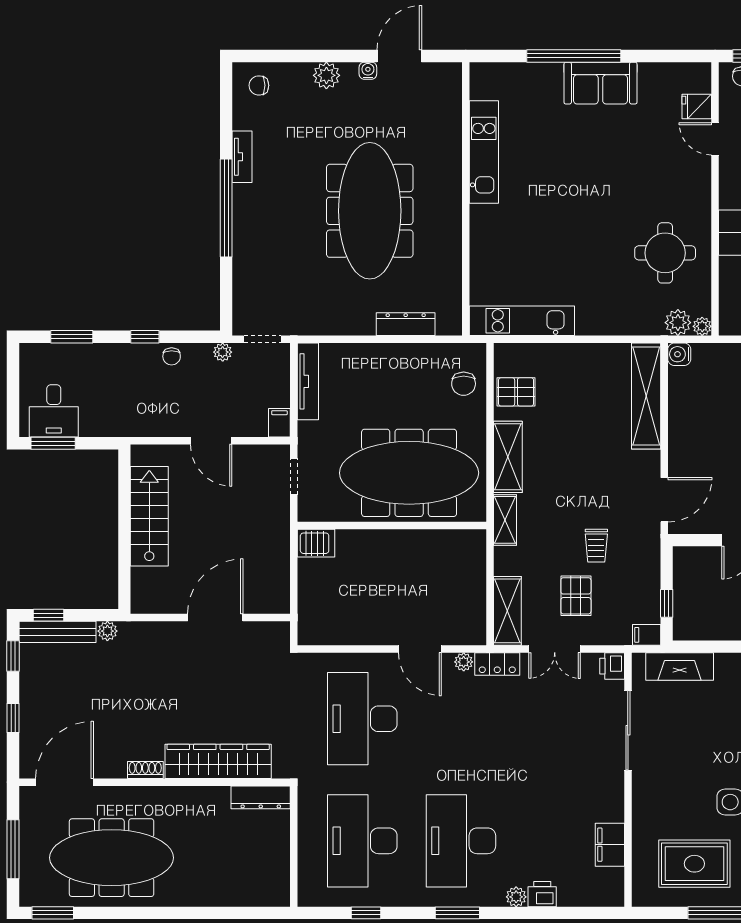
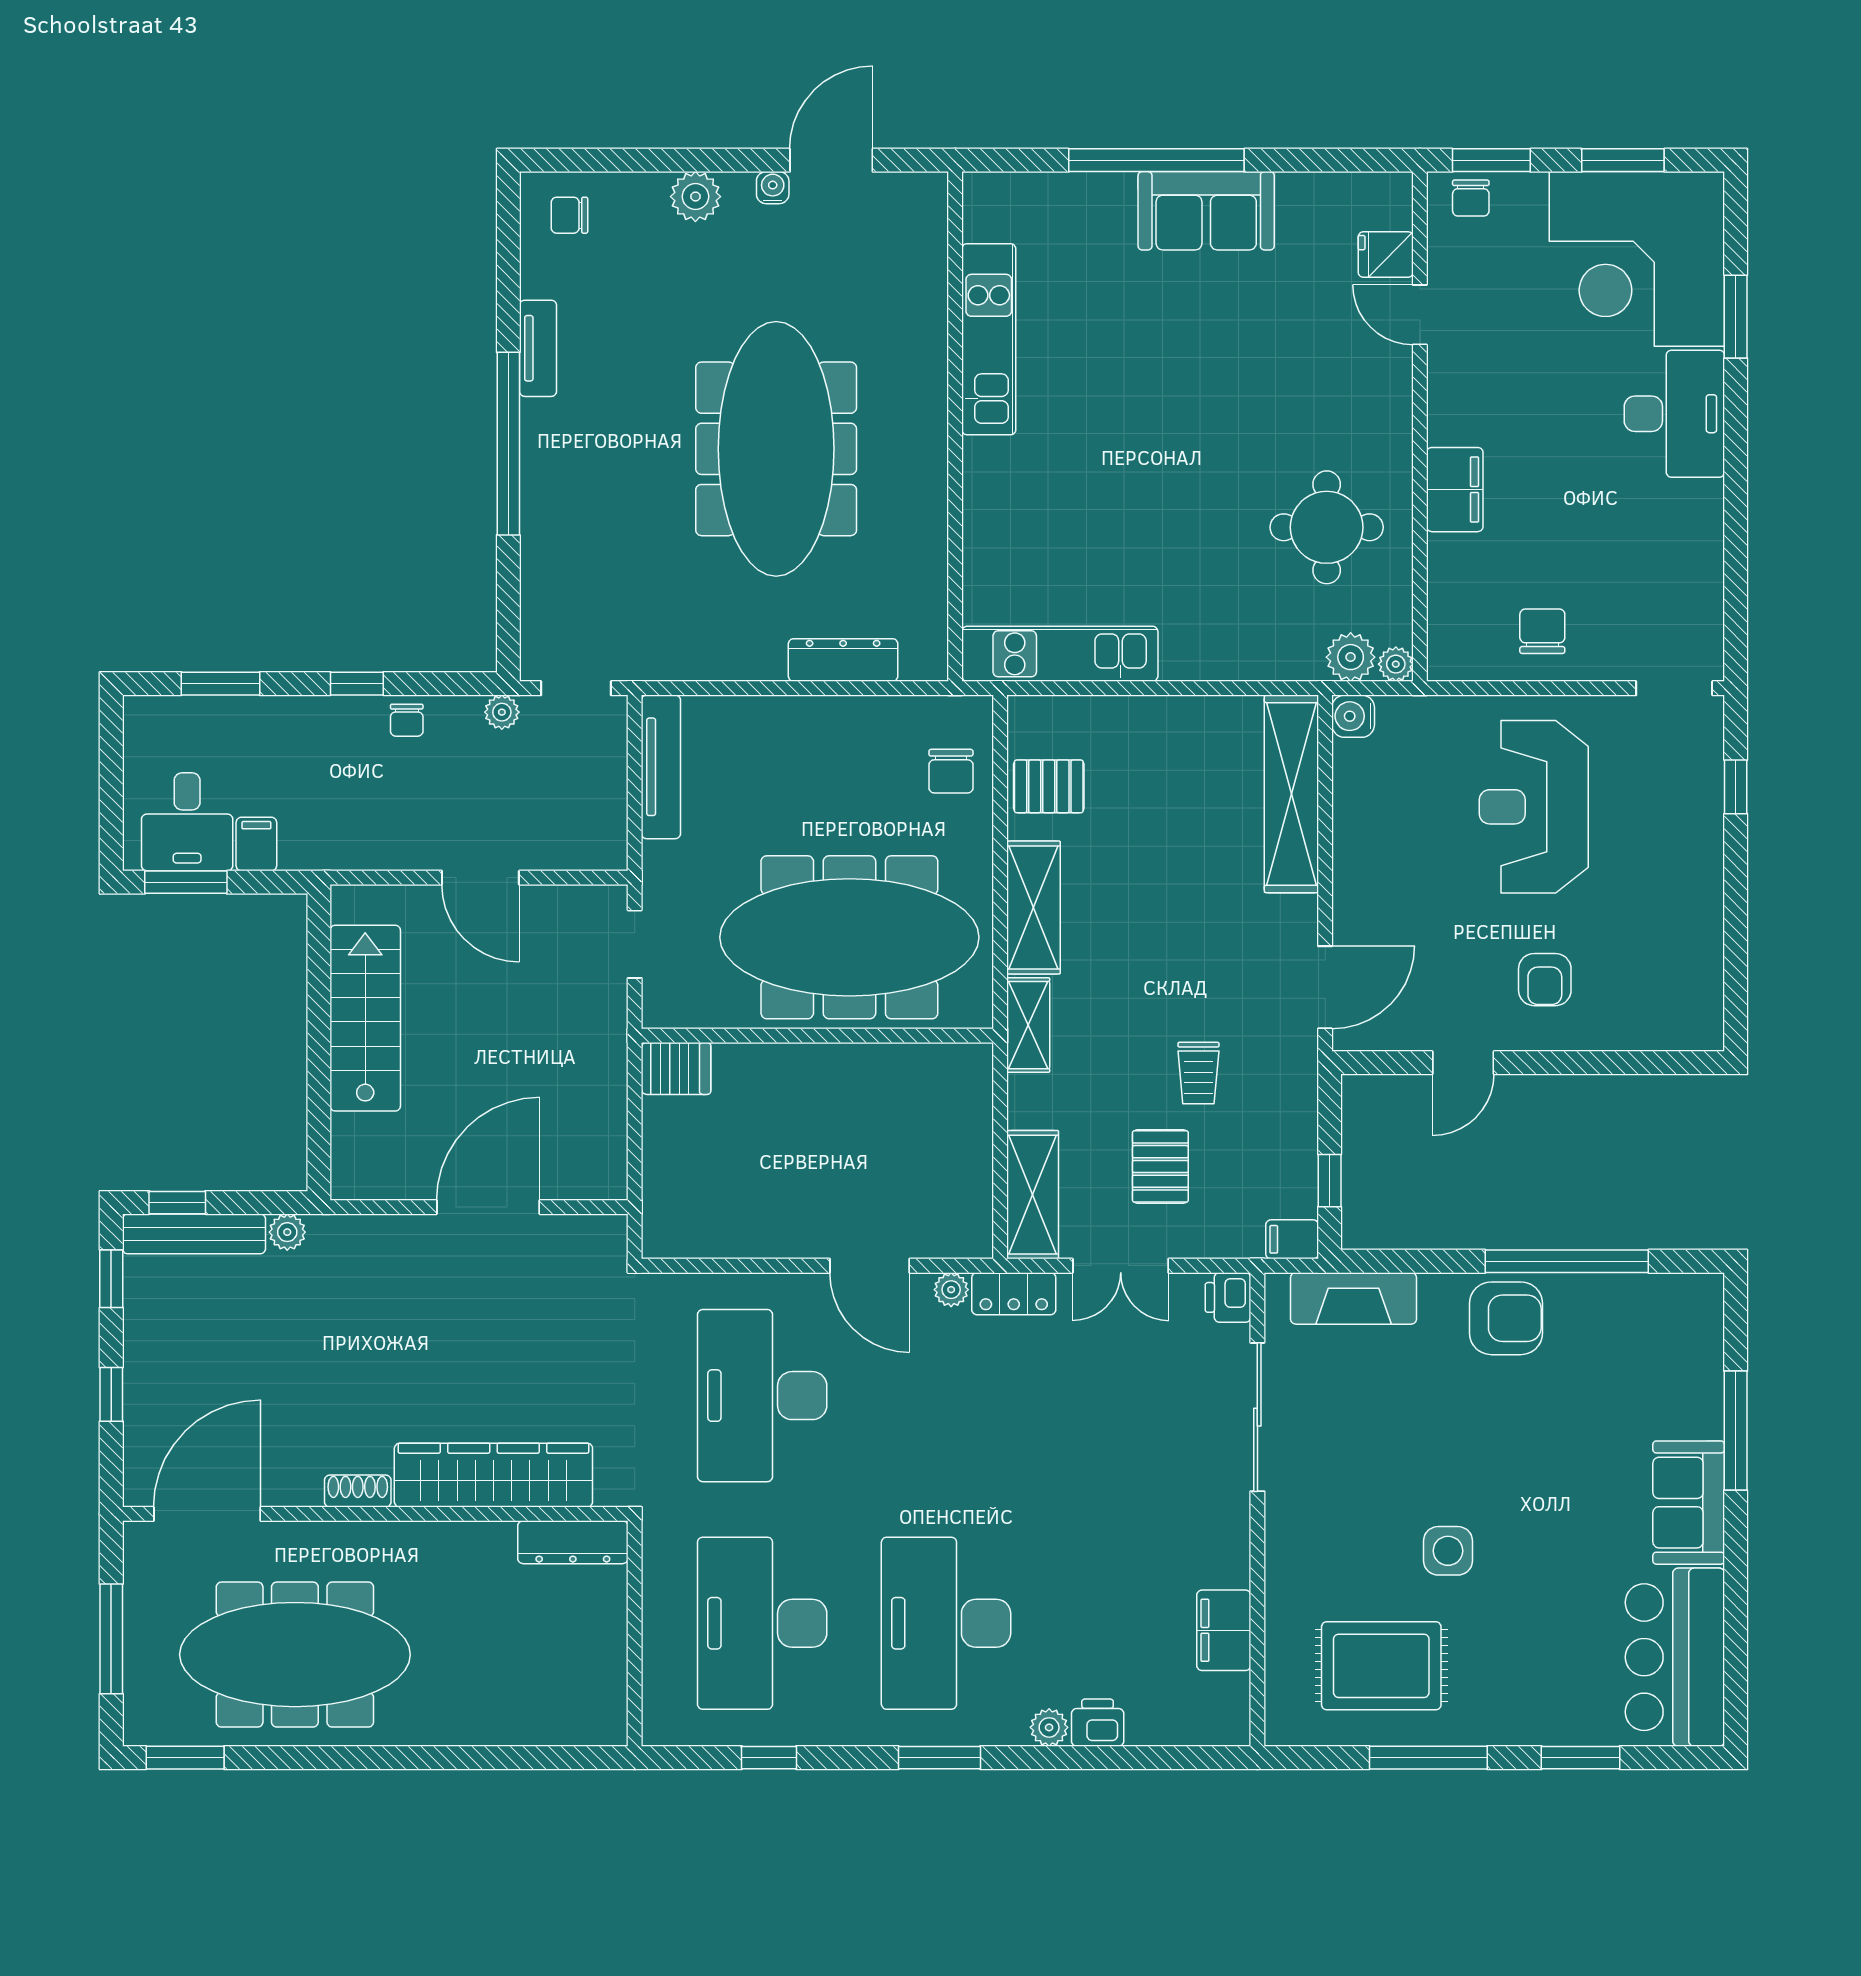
filing cabinet: (279, 423) -> (256, 844), moved

